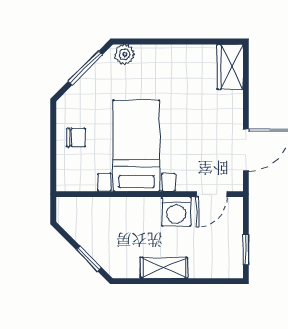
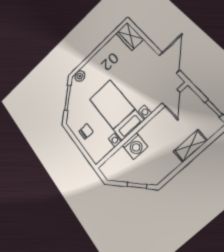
washing machine: (176, 212) -> (135, 146), moved
shelving: (164, 268) -> (190, 146), moved

